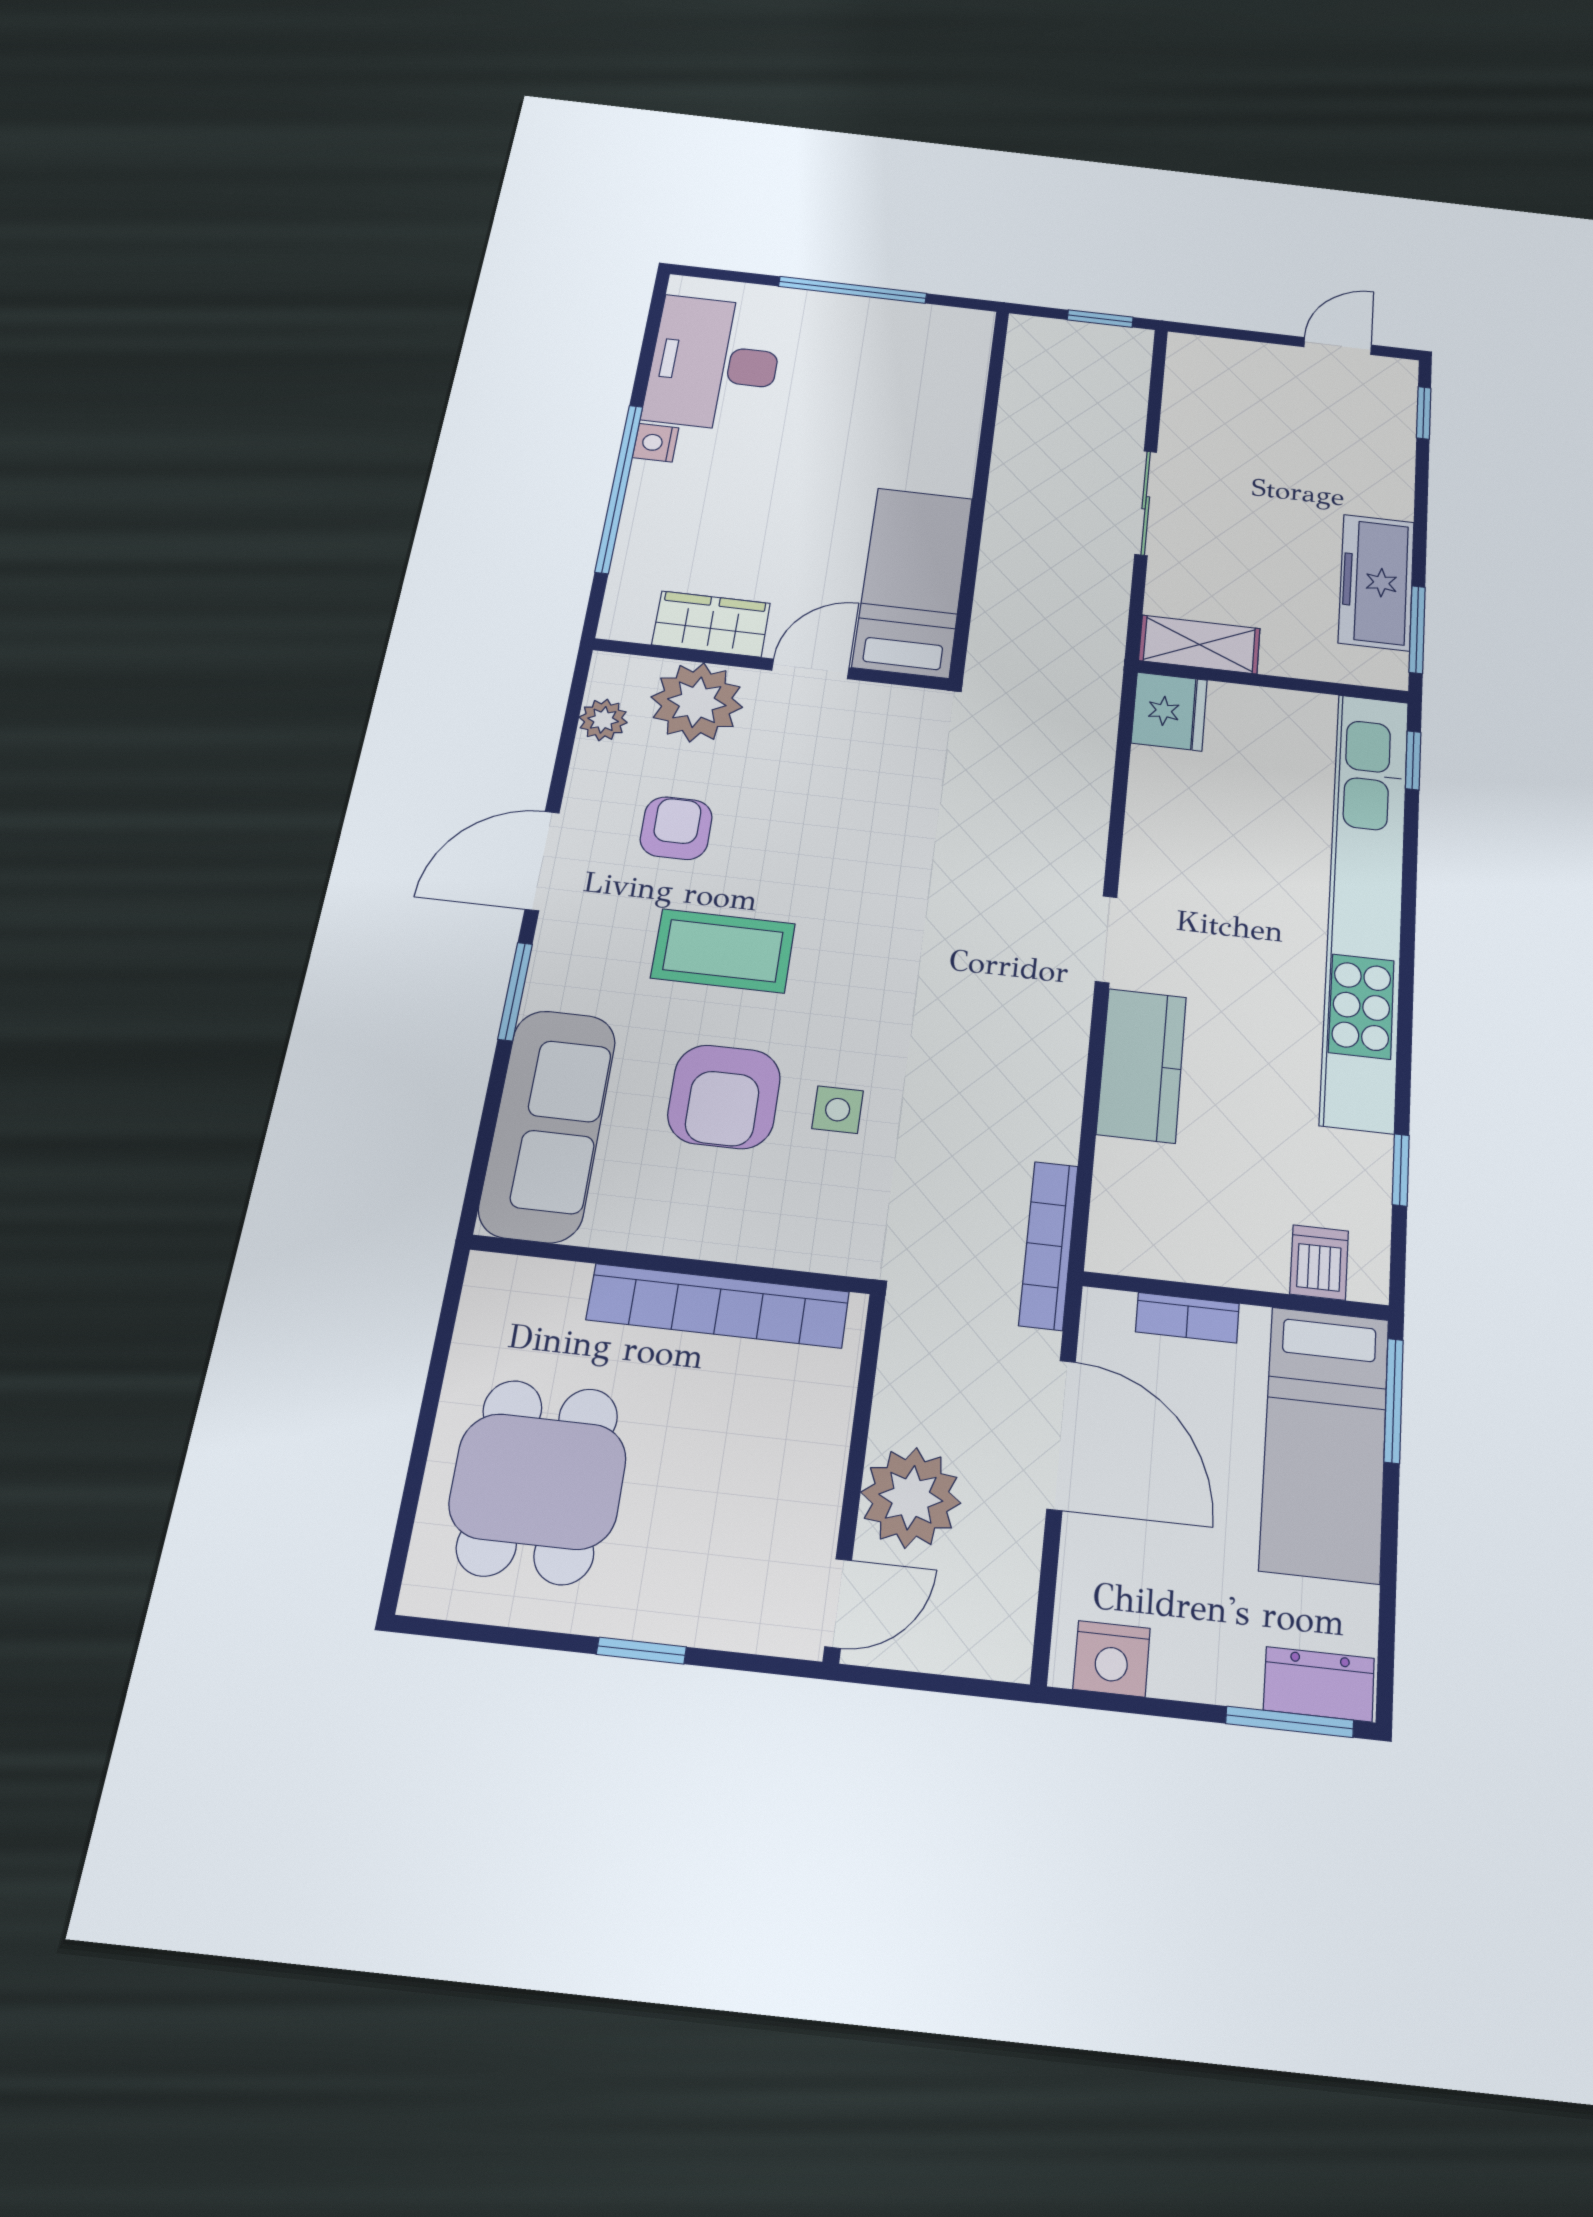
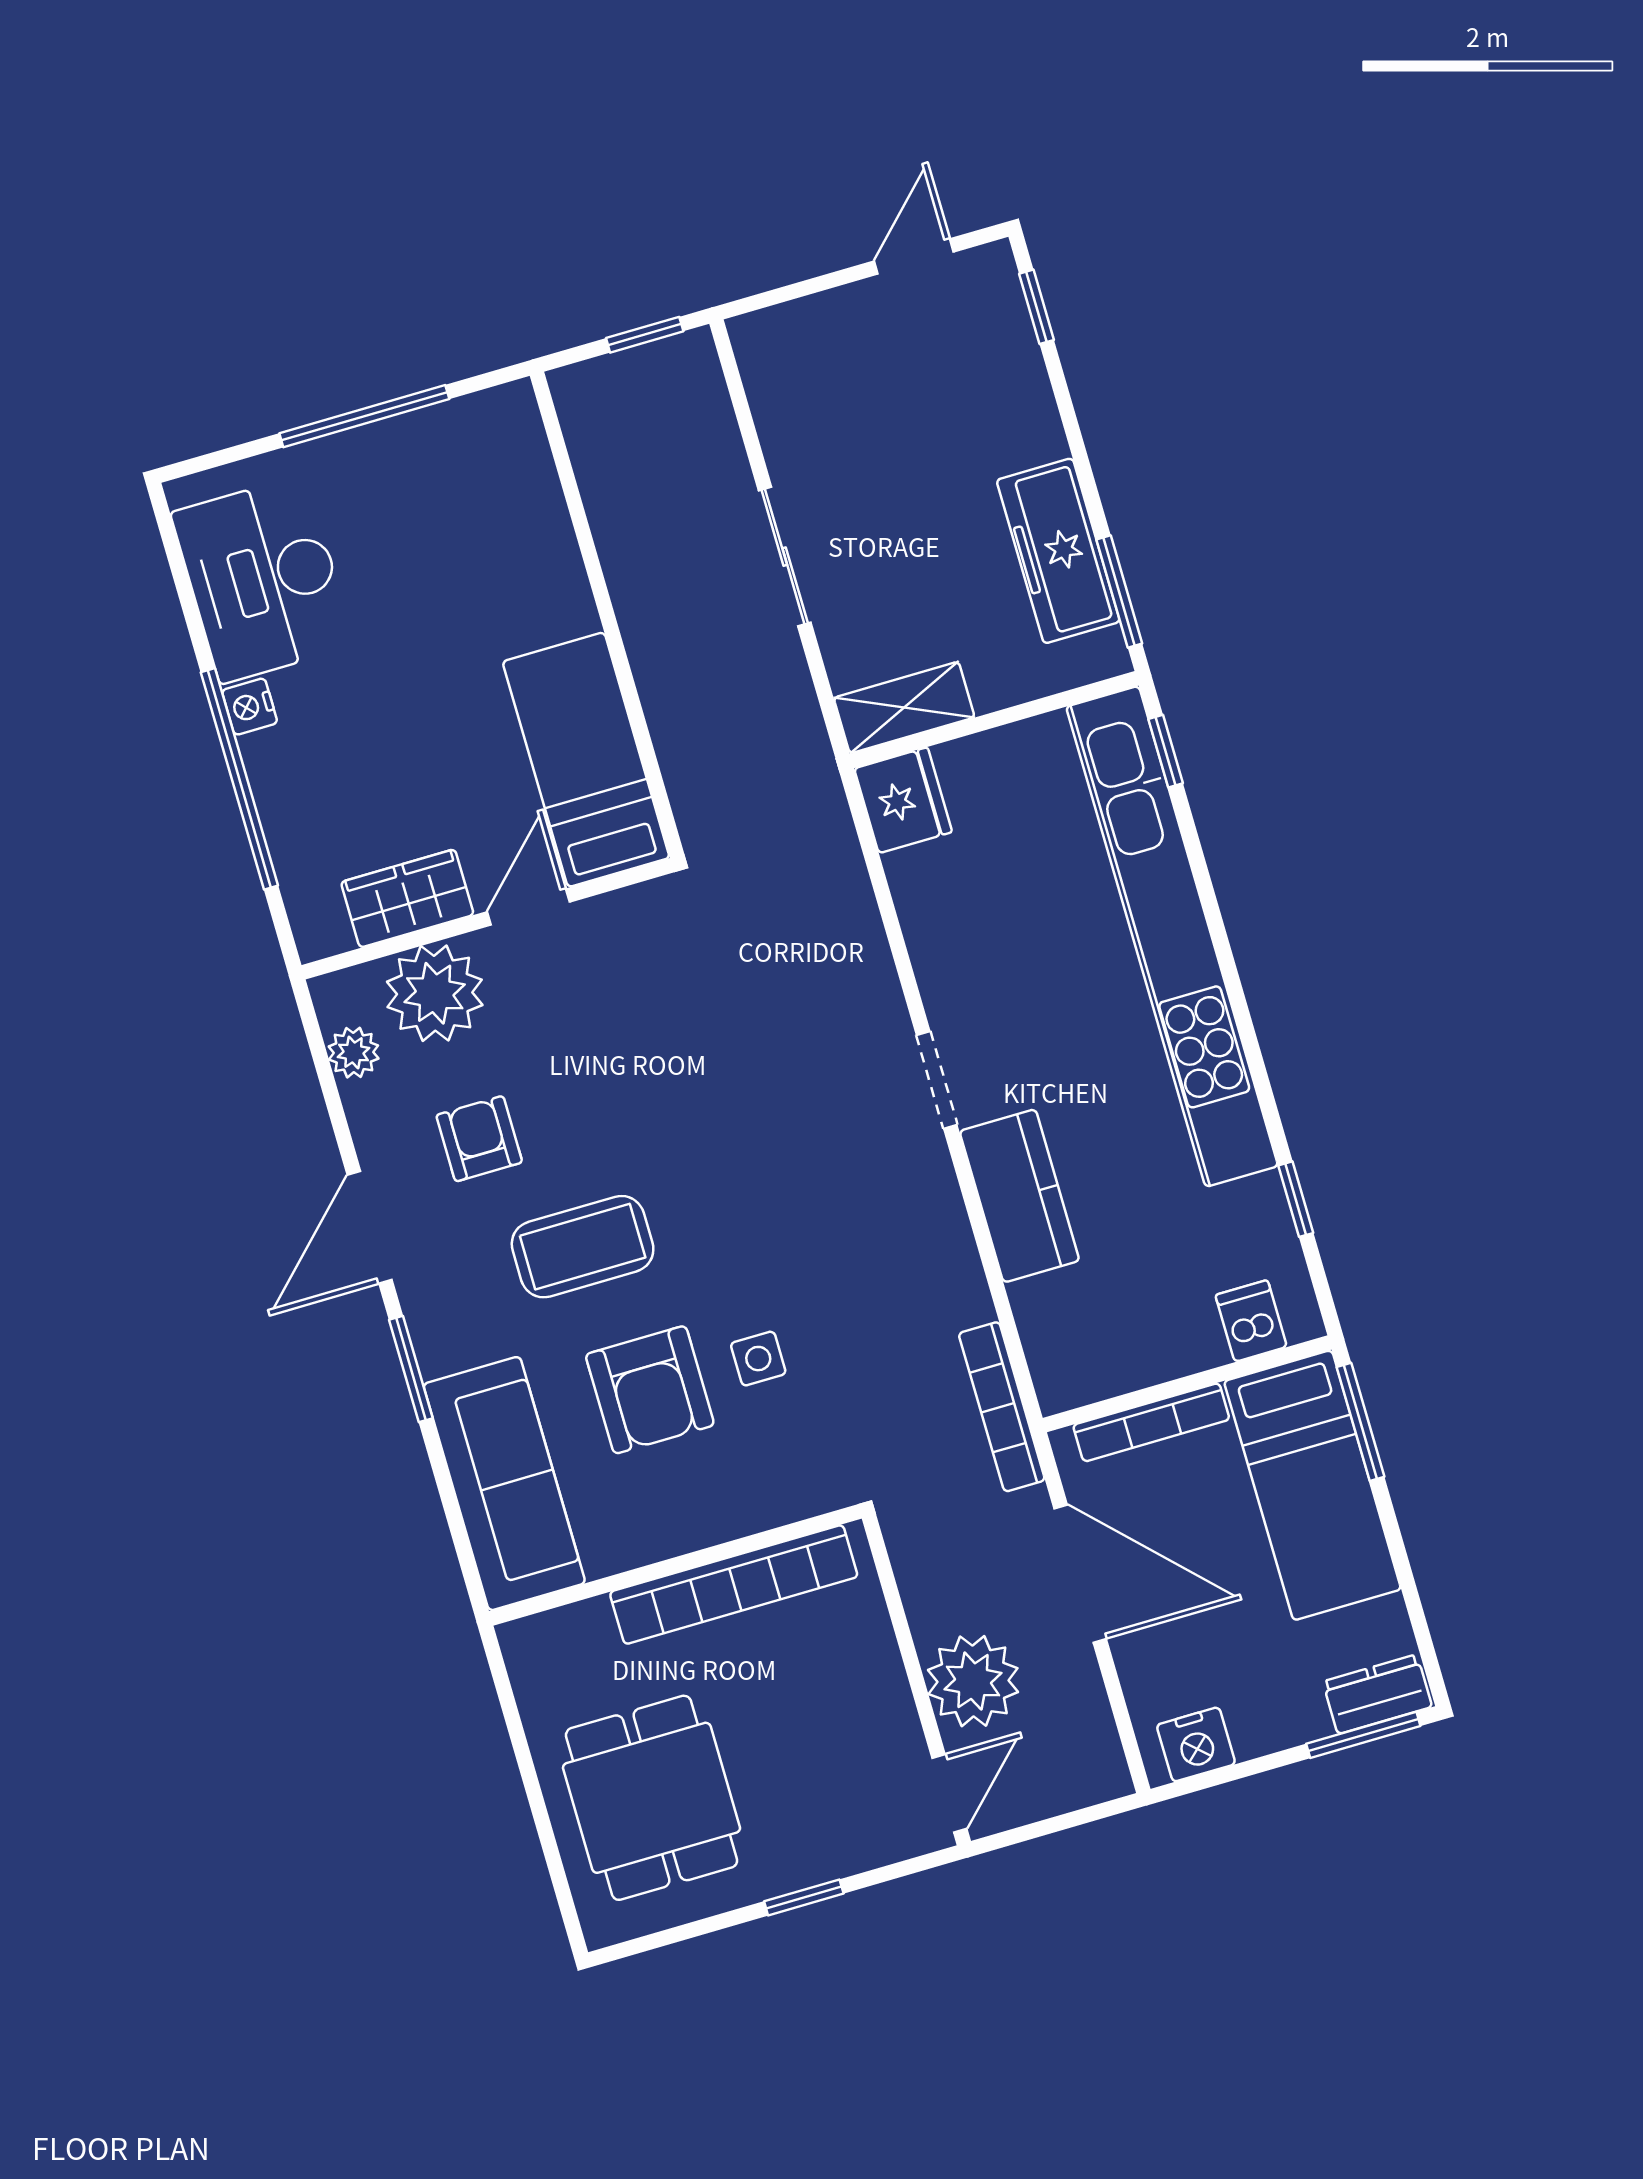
bookcase: (1187, 1318) -> (1151, 1422), width x1.56

